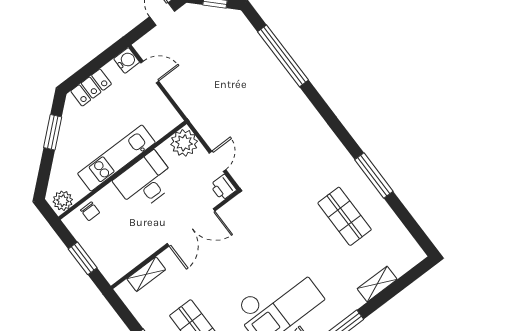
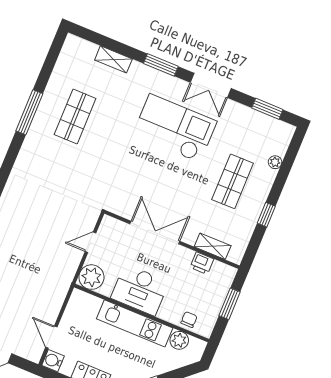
printer: (223, 188) -> (202, 263), moved, turned 90
plant: (63, 201) -> (179, 340), moved

